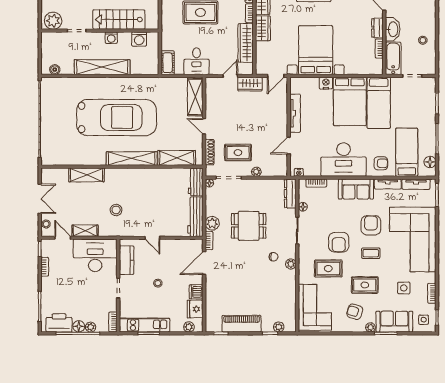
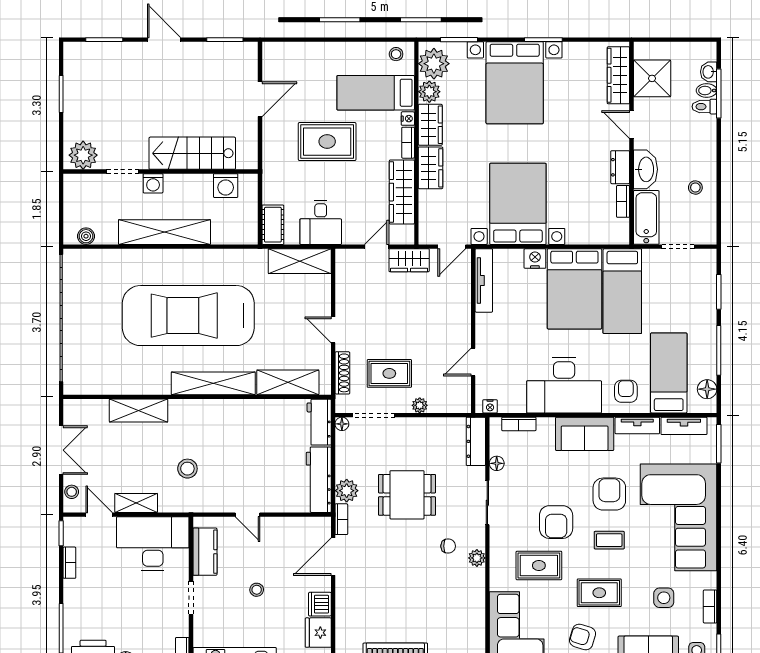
washing machine: (111, 38) -> (153, 183), moved
shelving: (195, 97) -> (300, 261), moved, turned 90
tv unit: (295, 113) -> (484, 280), moved
car: (117, 118) -> (188, 316), turned 180
armchair: (381, 163) -> (626, 391), turned -90

